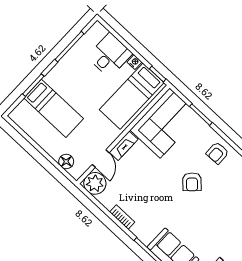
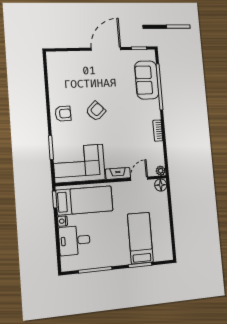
floor lamp: (66, 162) -> (161, 185), moved
plant: (95, 183) -> (161, 171), width x0.53, depth x0.53

